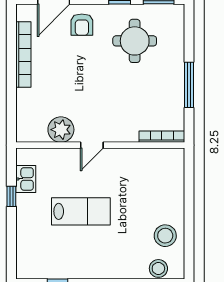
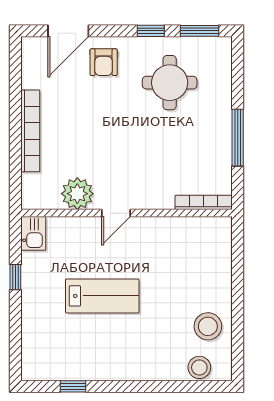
bookcase: (23, 55) -> (30, 131), moved
kitchen sink: (26, 179) -> (33, 233), moved

